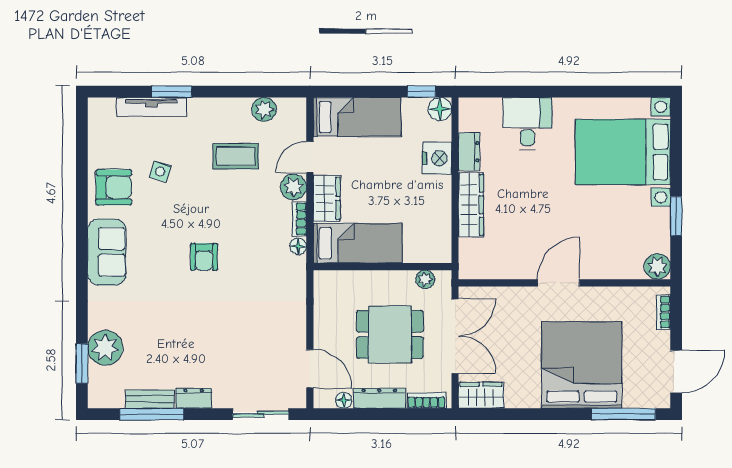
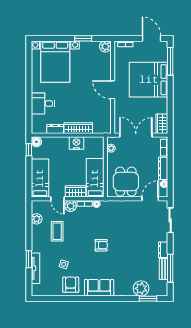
nightstand: (437, 158) -> (76, 143), moved
dining table: (390, 334) -> (126, 182), moved

